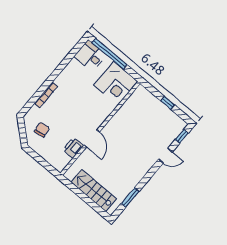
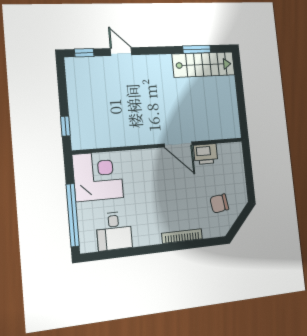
desk: (90, 56) -> (114, 231), moved
window: (168, 103) -> (65, 126), moved
door: (92, 138) -> (178, 144), swing flipped
stairs: (94, 190) -> (204, 65), moved, turned -90

